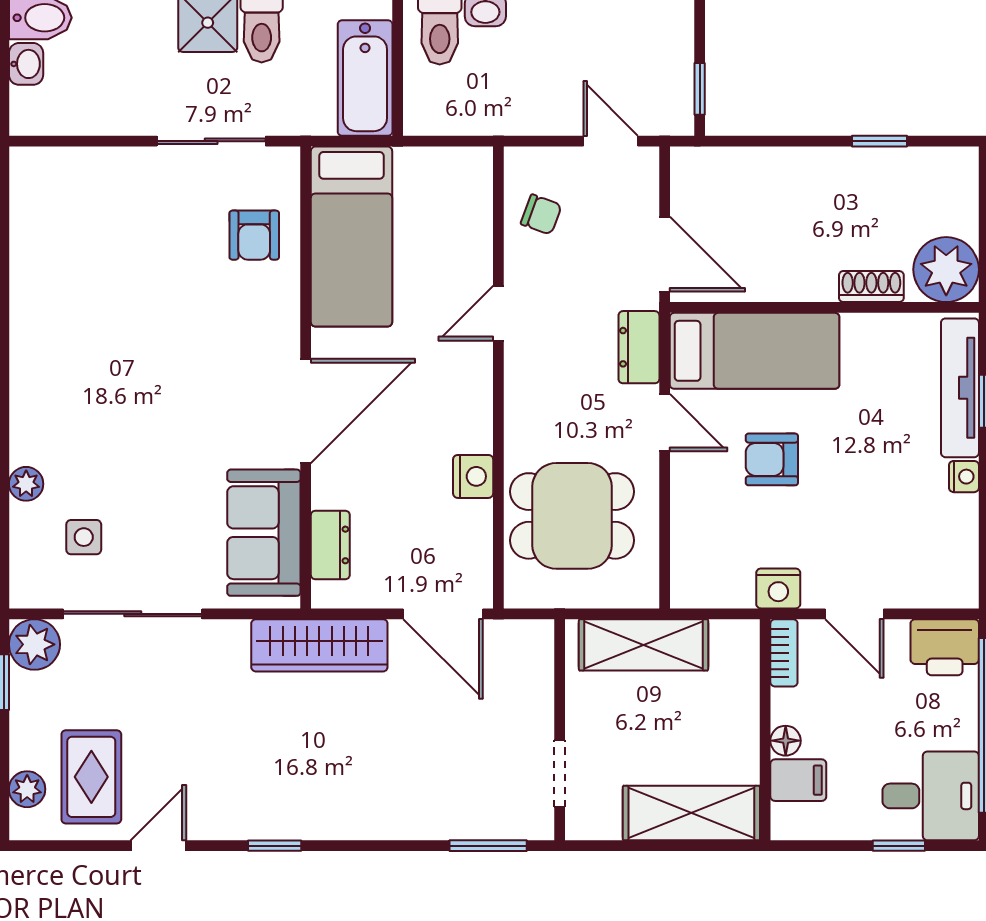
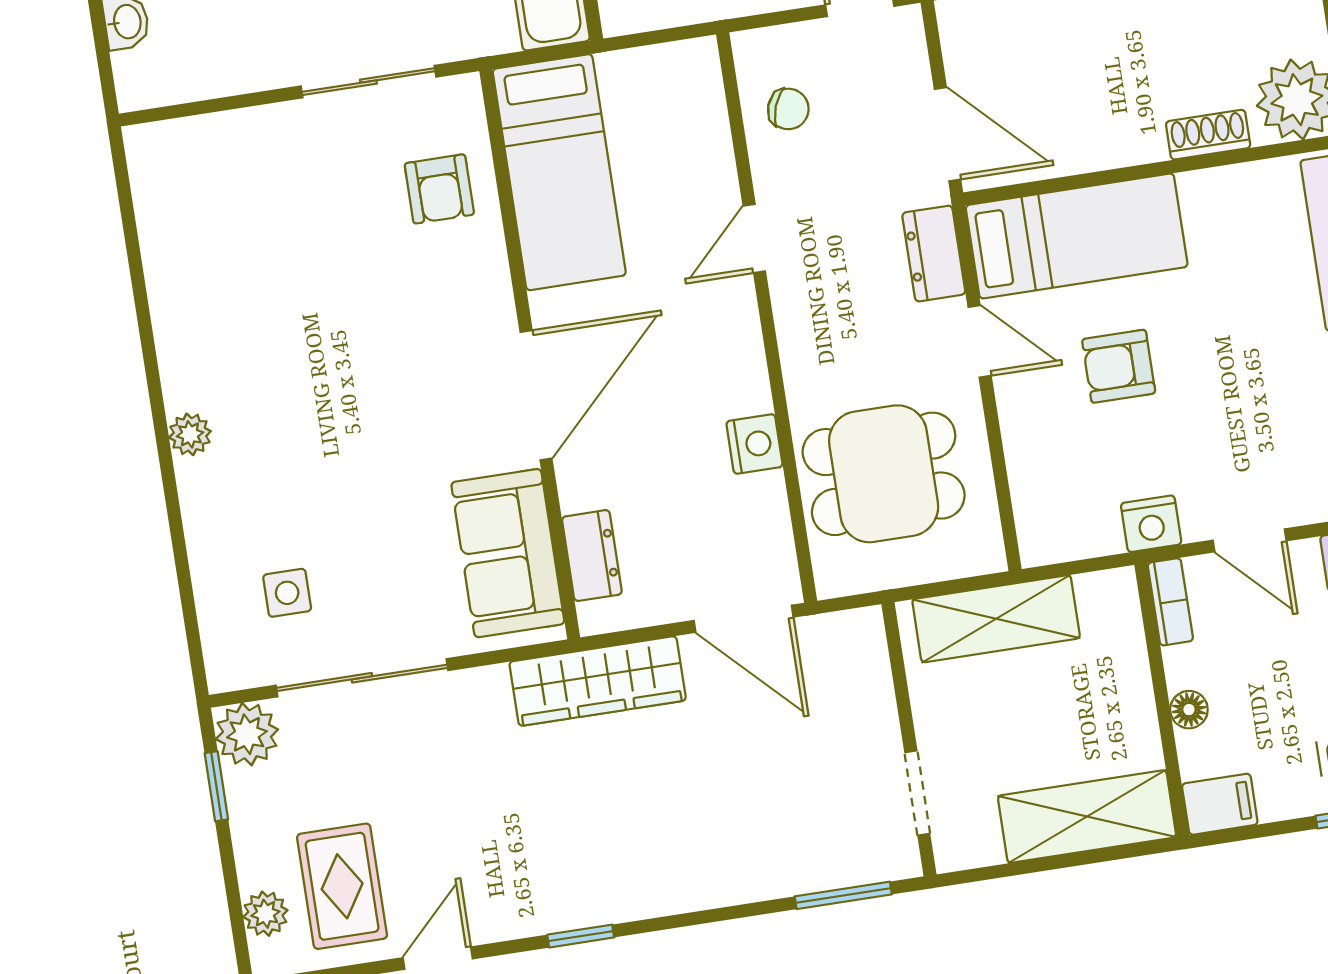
plant: (26, 484) -> (190, 434), moved
filing cabinet: (798, 780) -> (1220, 804), moved

